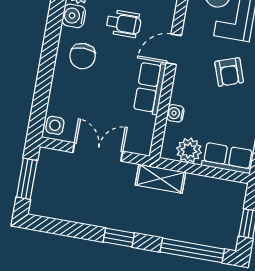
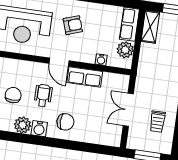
side table: (55, 125) -> (112, 139), removed
shelving: (160, 179) -> (150, 27), moved
trolley: (79, 196) -> (157, 122), added

